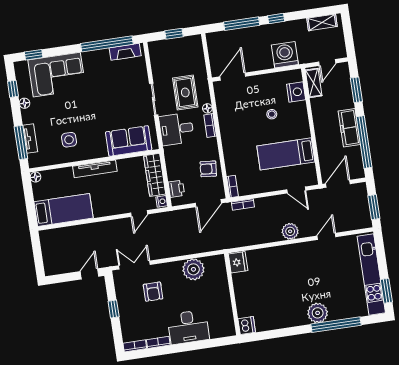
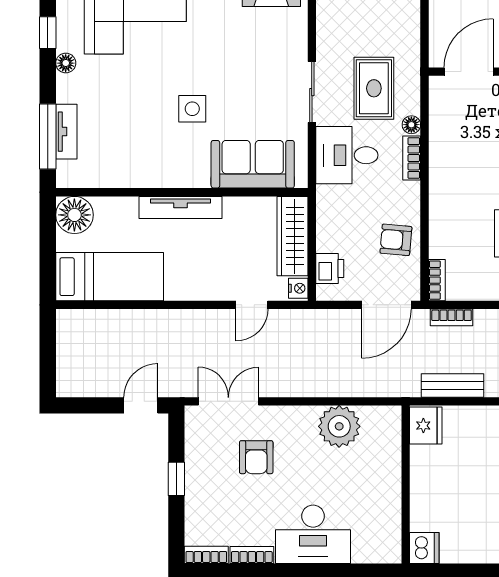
side table: (69, 140) -> (192, 109), moved
floor lamp: (36, 177) -> (74, 215), width x1.89, depth x1.89
bench: (249, 240) -> (453, 385), added

